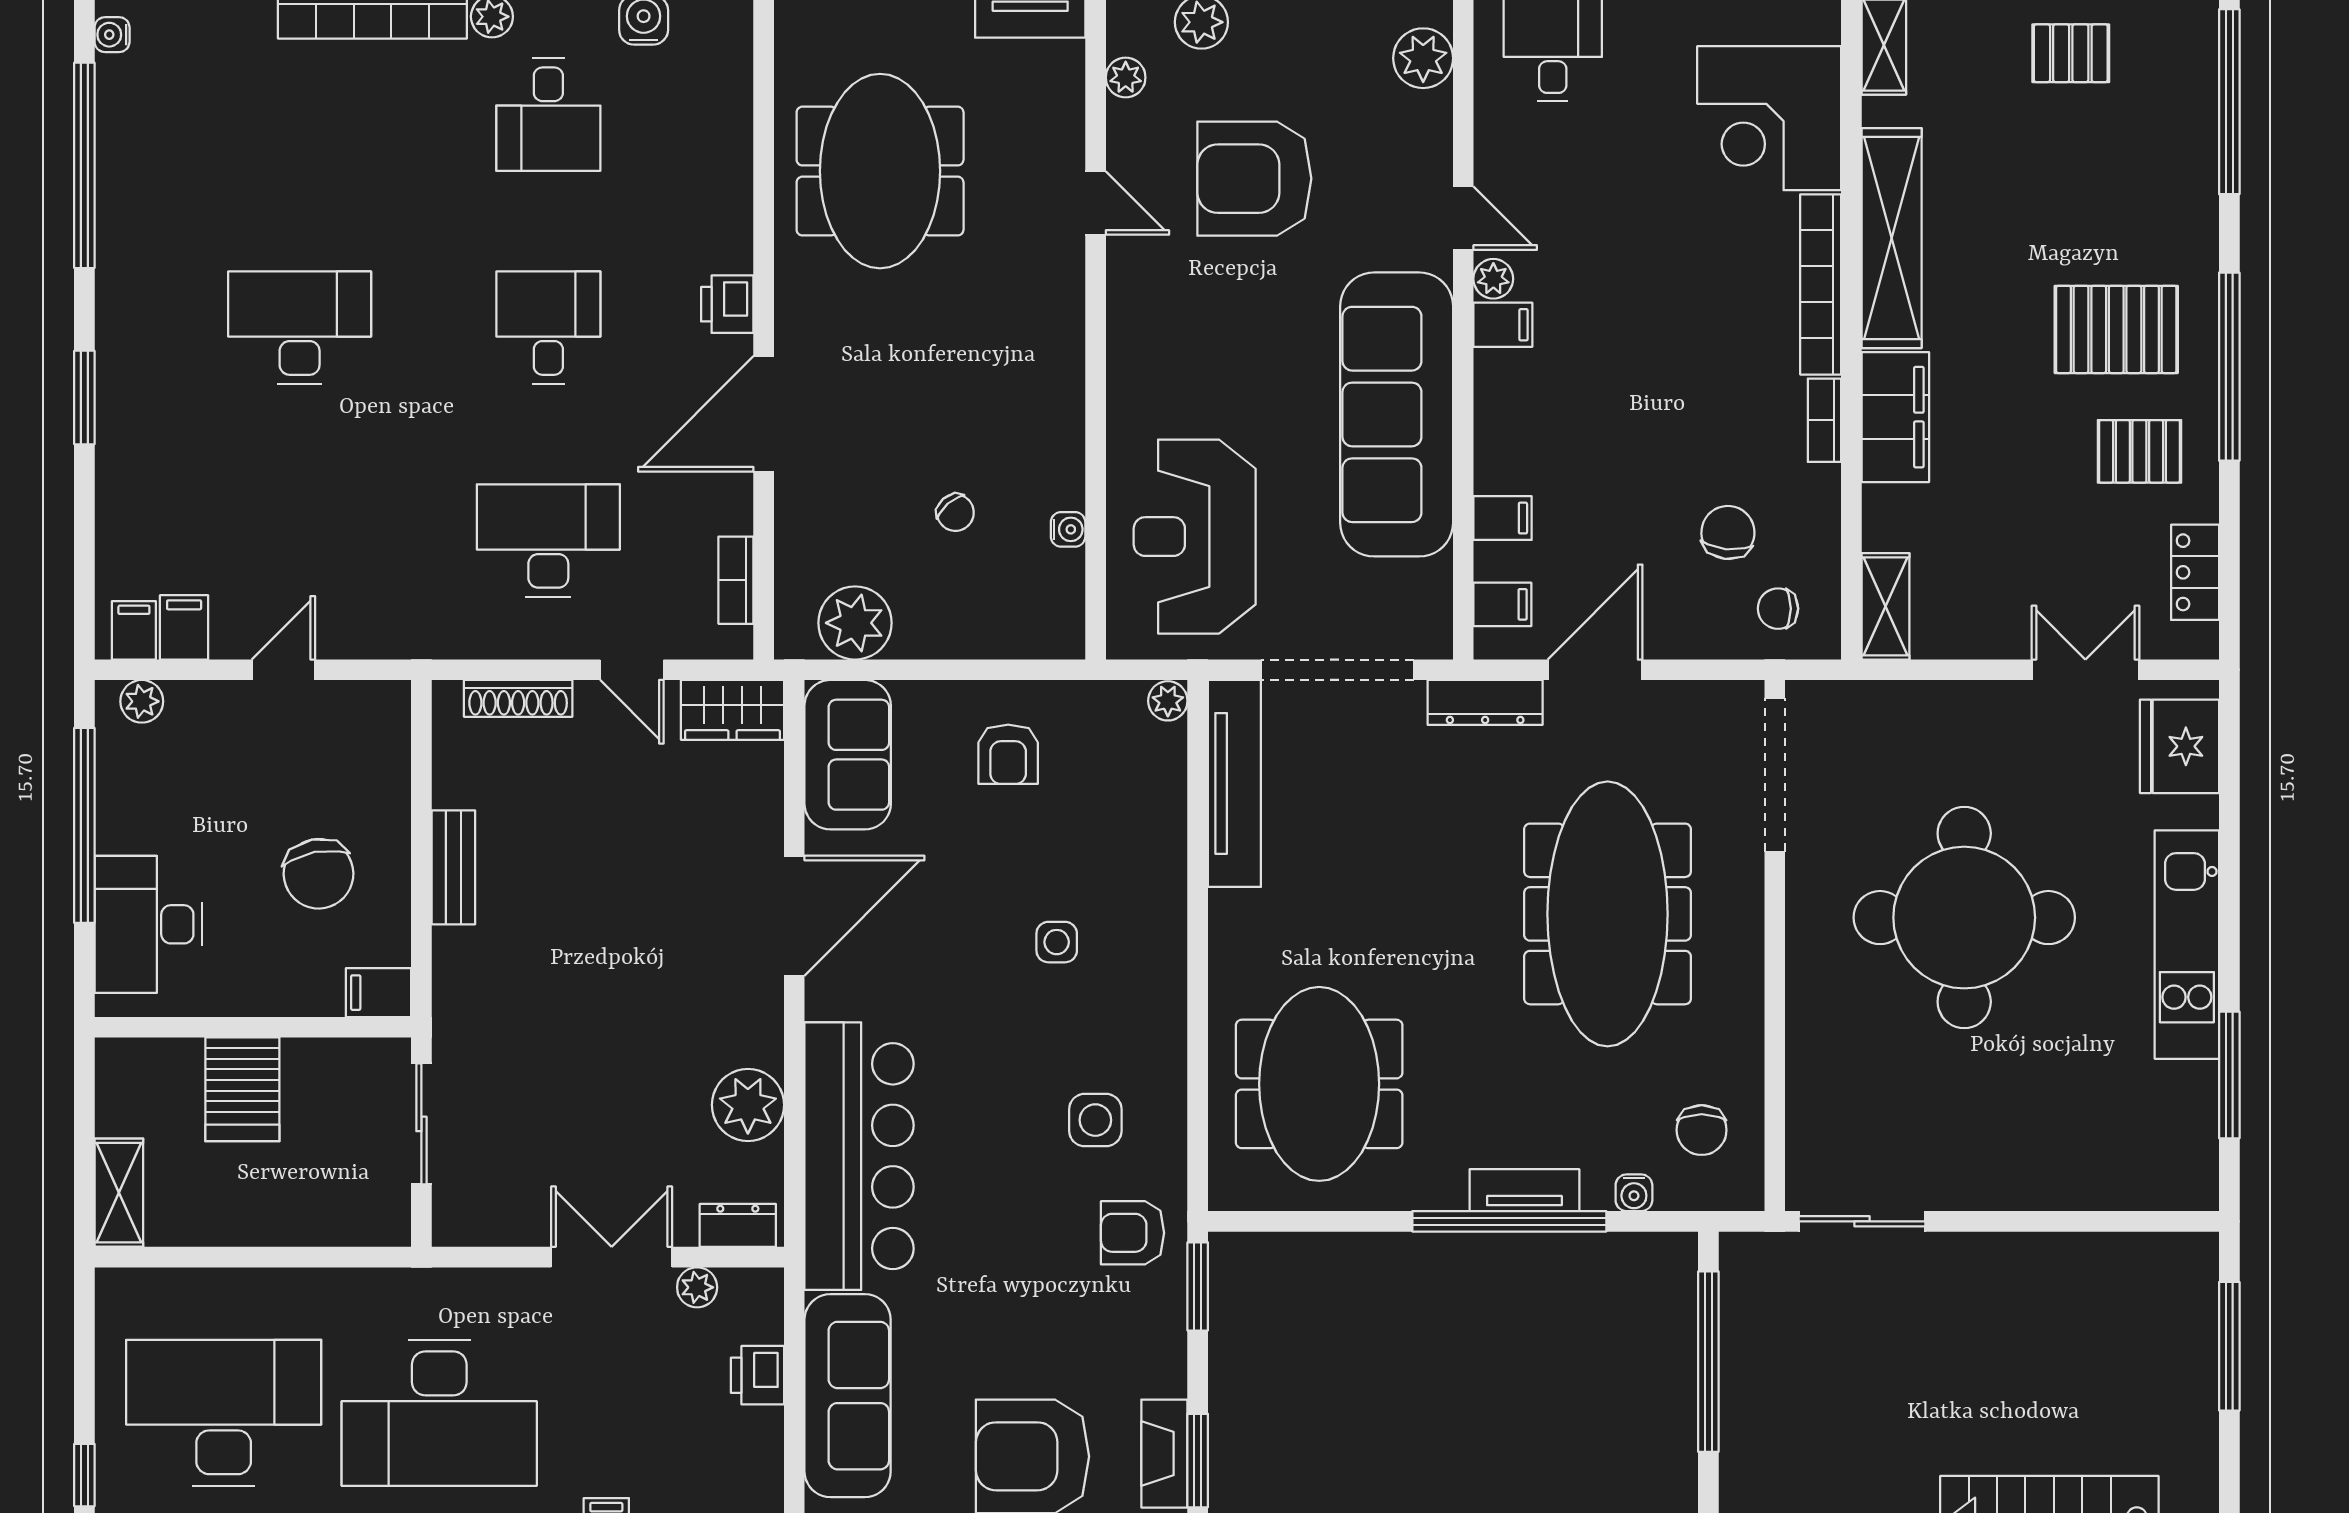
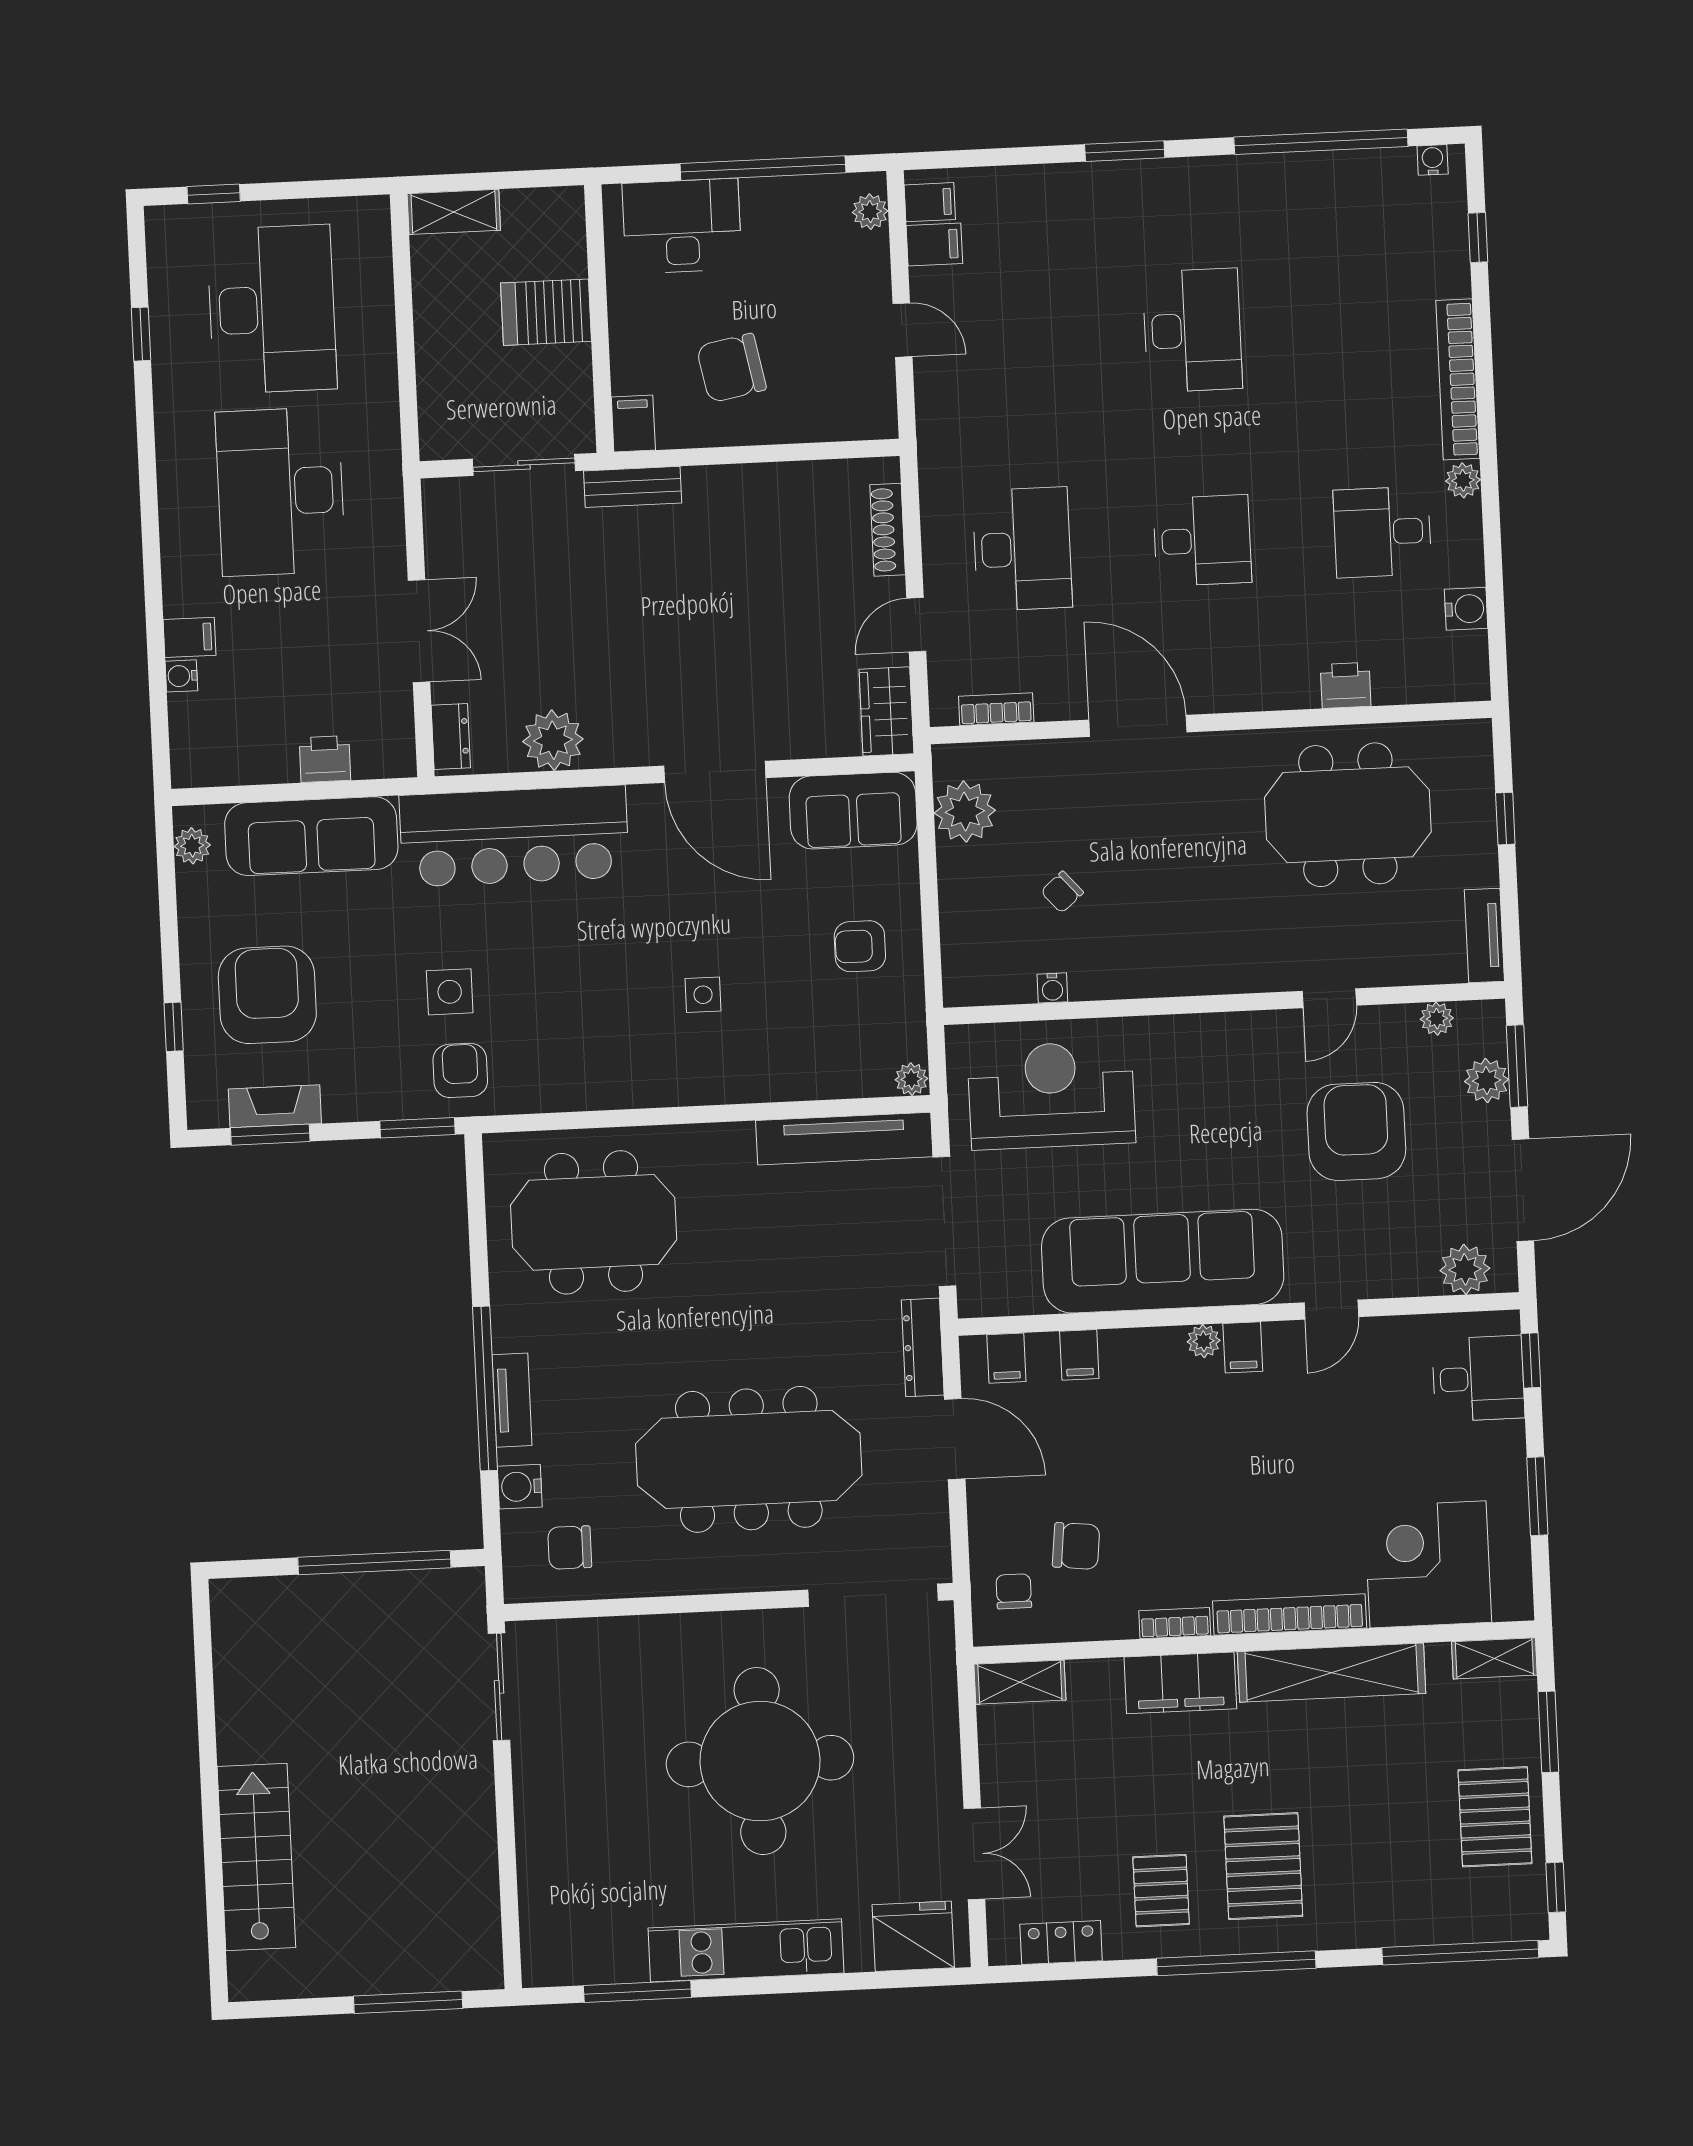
pallet: (2071, 53) -> (1495, 1817), width x1.50, depth x1.42
plant: (1493, 279) -> (1204, 1341), moved
printer: (727, 304) -> (1346, 685), moved
bench: (453, 867) -> (633, 487), moved
side table: (1095, 1120) -> (450, 992), moved
water cooler: (1634, 1193) -> (520, 1487), width x1.38, depth x1.38
plant: (697, 1287) -> (397, 705), removed

